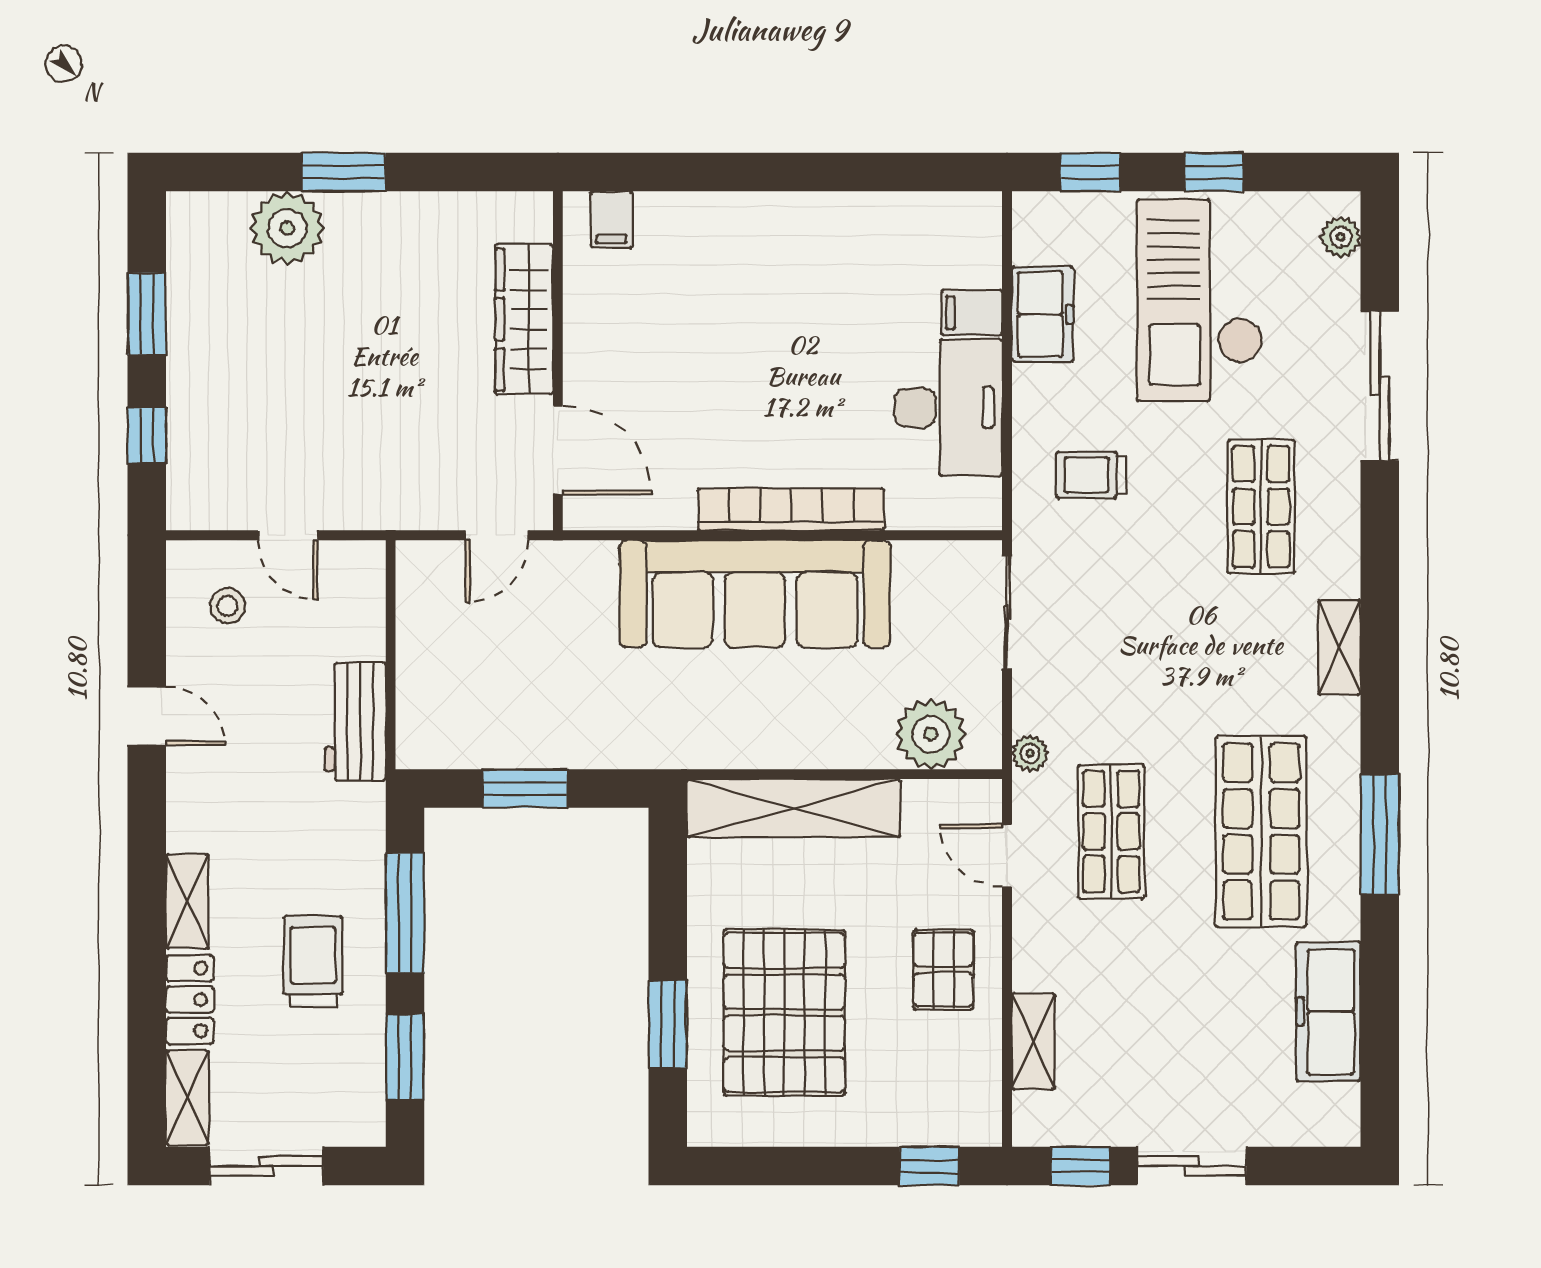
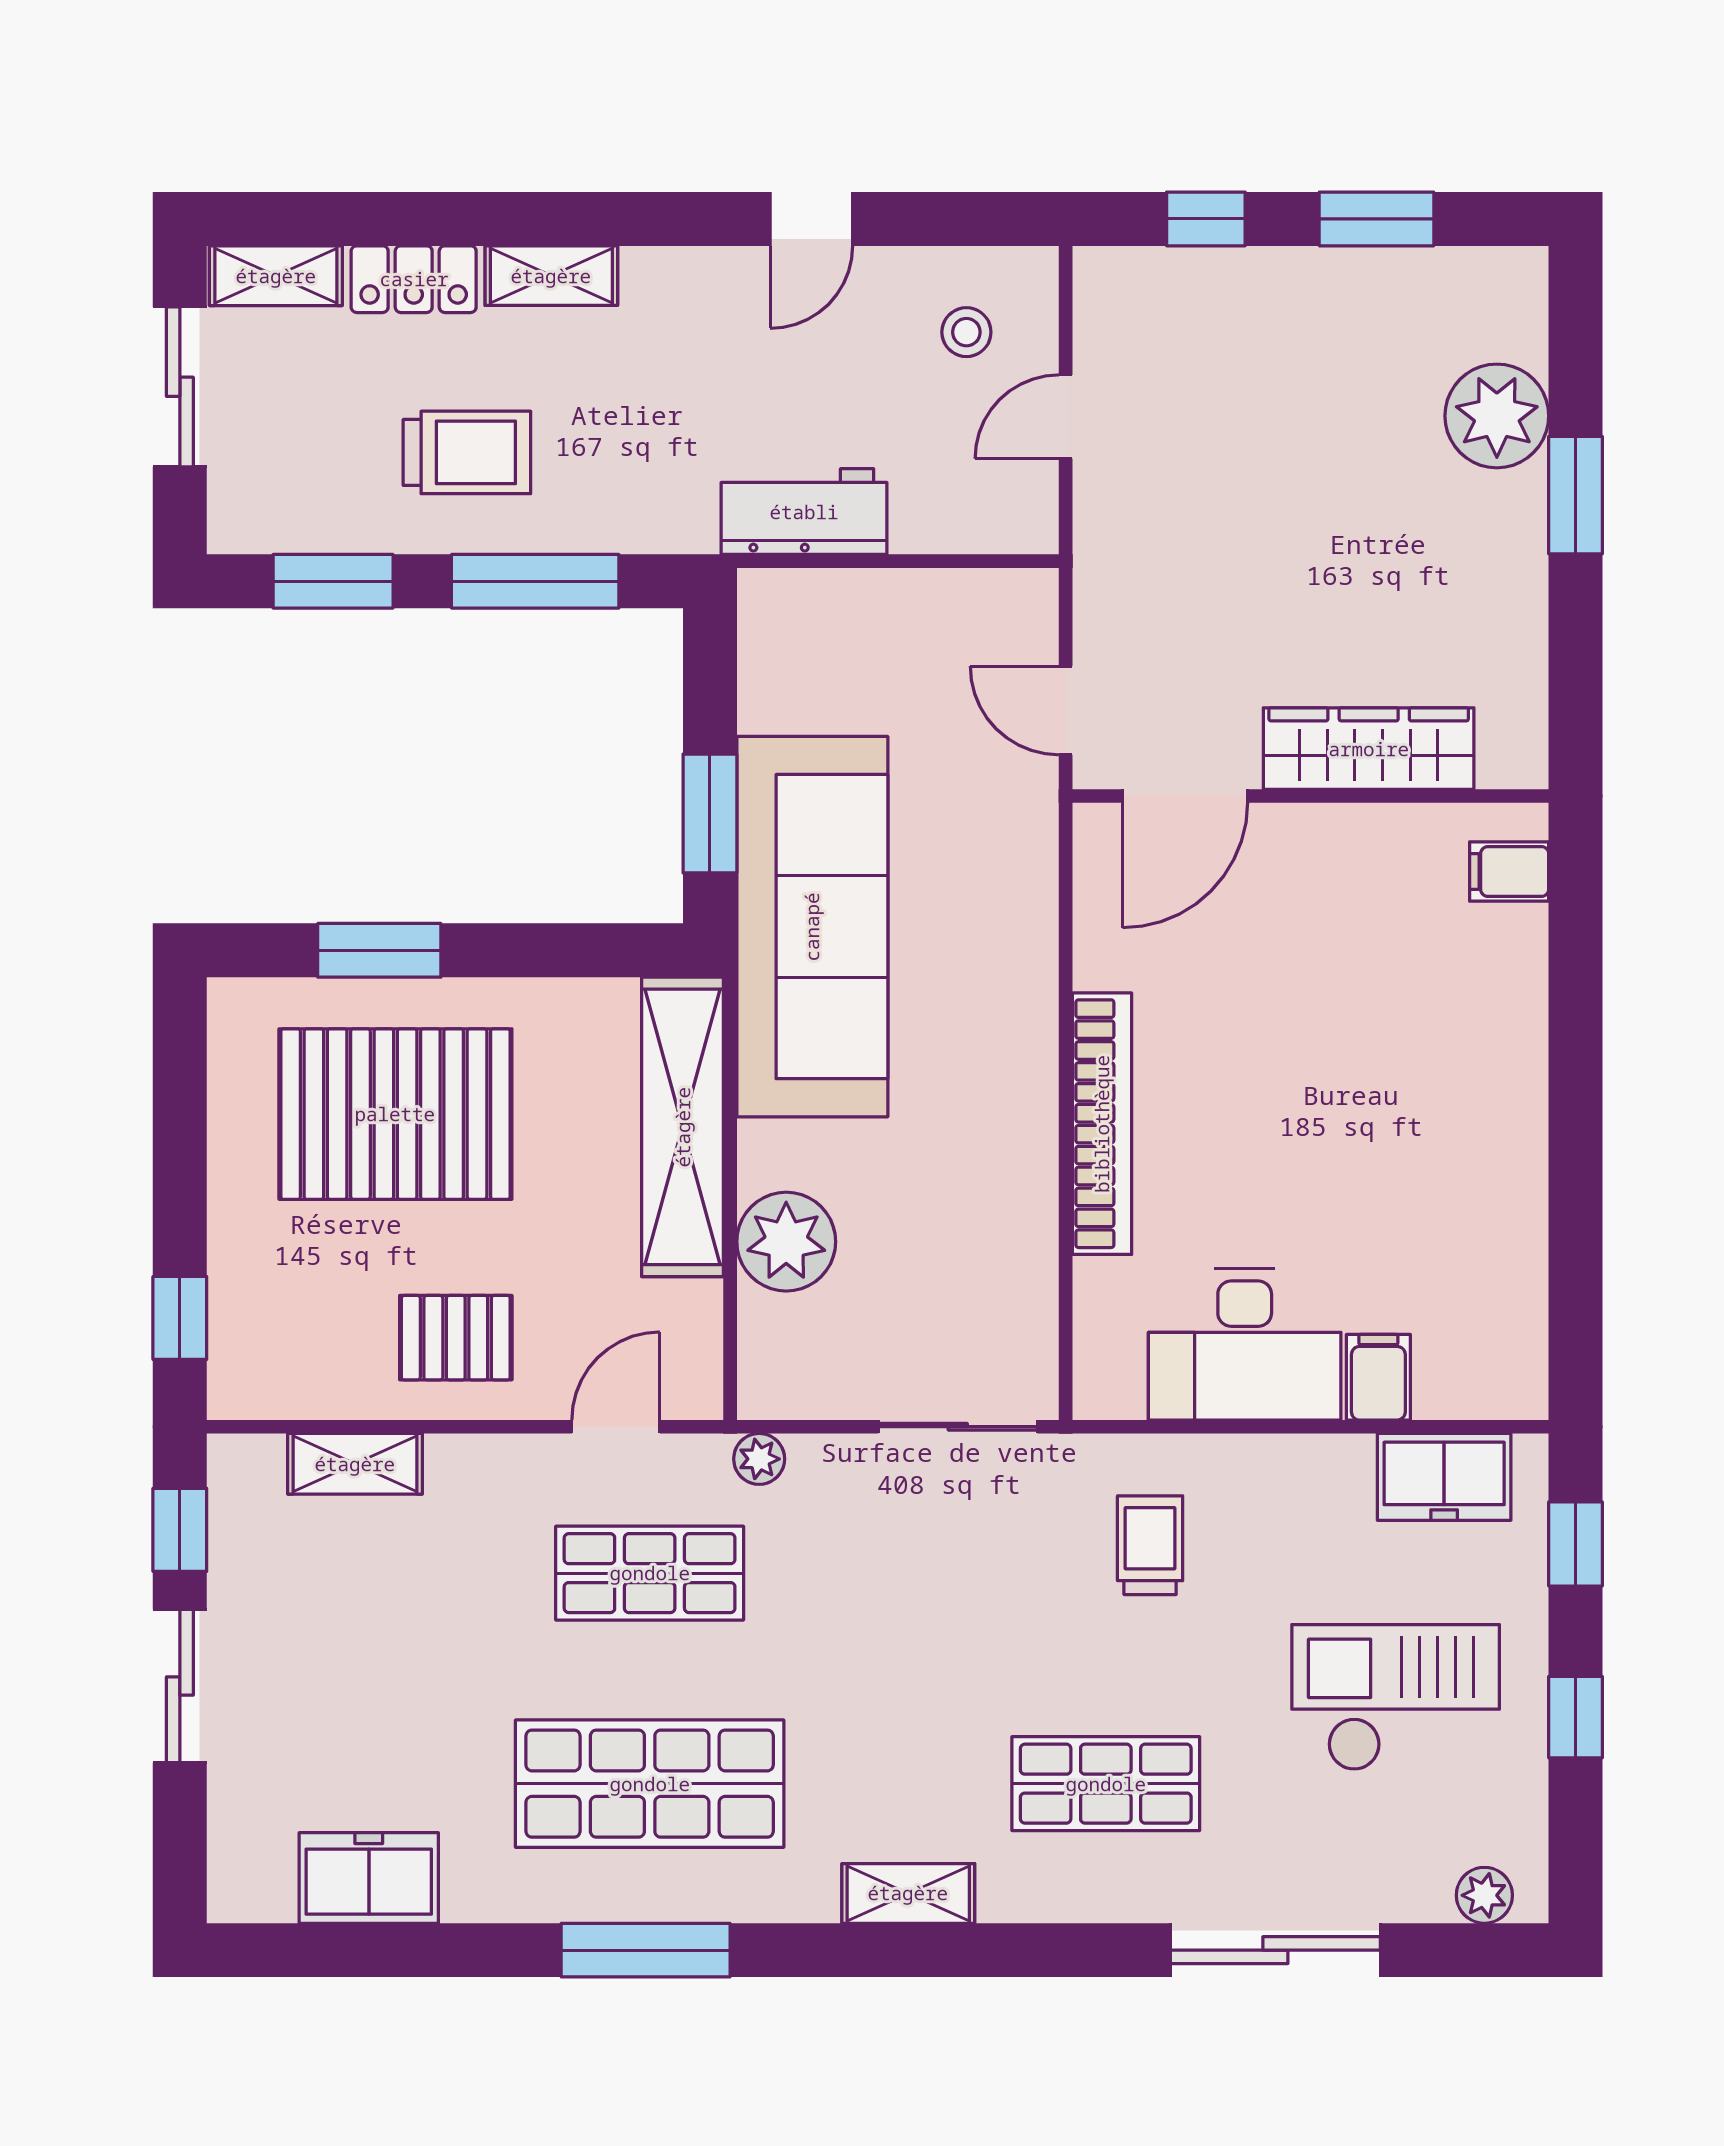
checkout: (1200, 300) -> (1396, 1698), width x0.73, depth x0.83
freezer: (1043, 314) -> (1444, 1477), moved
sofa: (755, 594) -> (812, 927), moved, turned 180
plant: (931, 734) -> (786, 1242), moved
window: (525, 789) -> (710, 813), moved
freezer: (1328, 1012) -> (369, 1878), width x0.71

